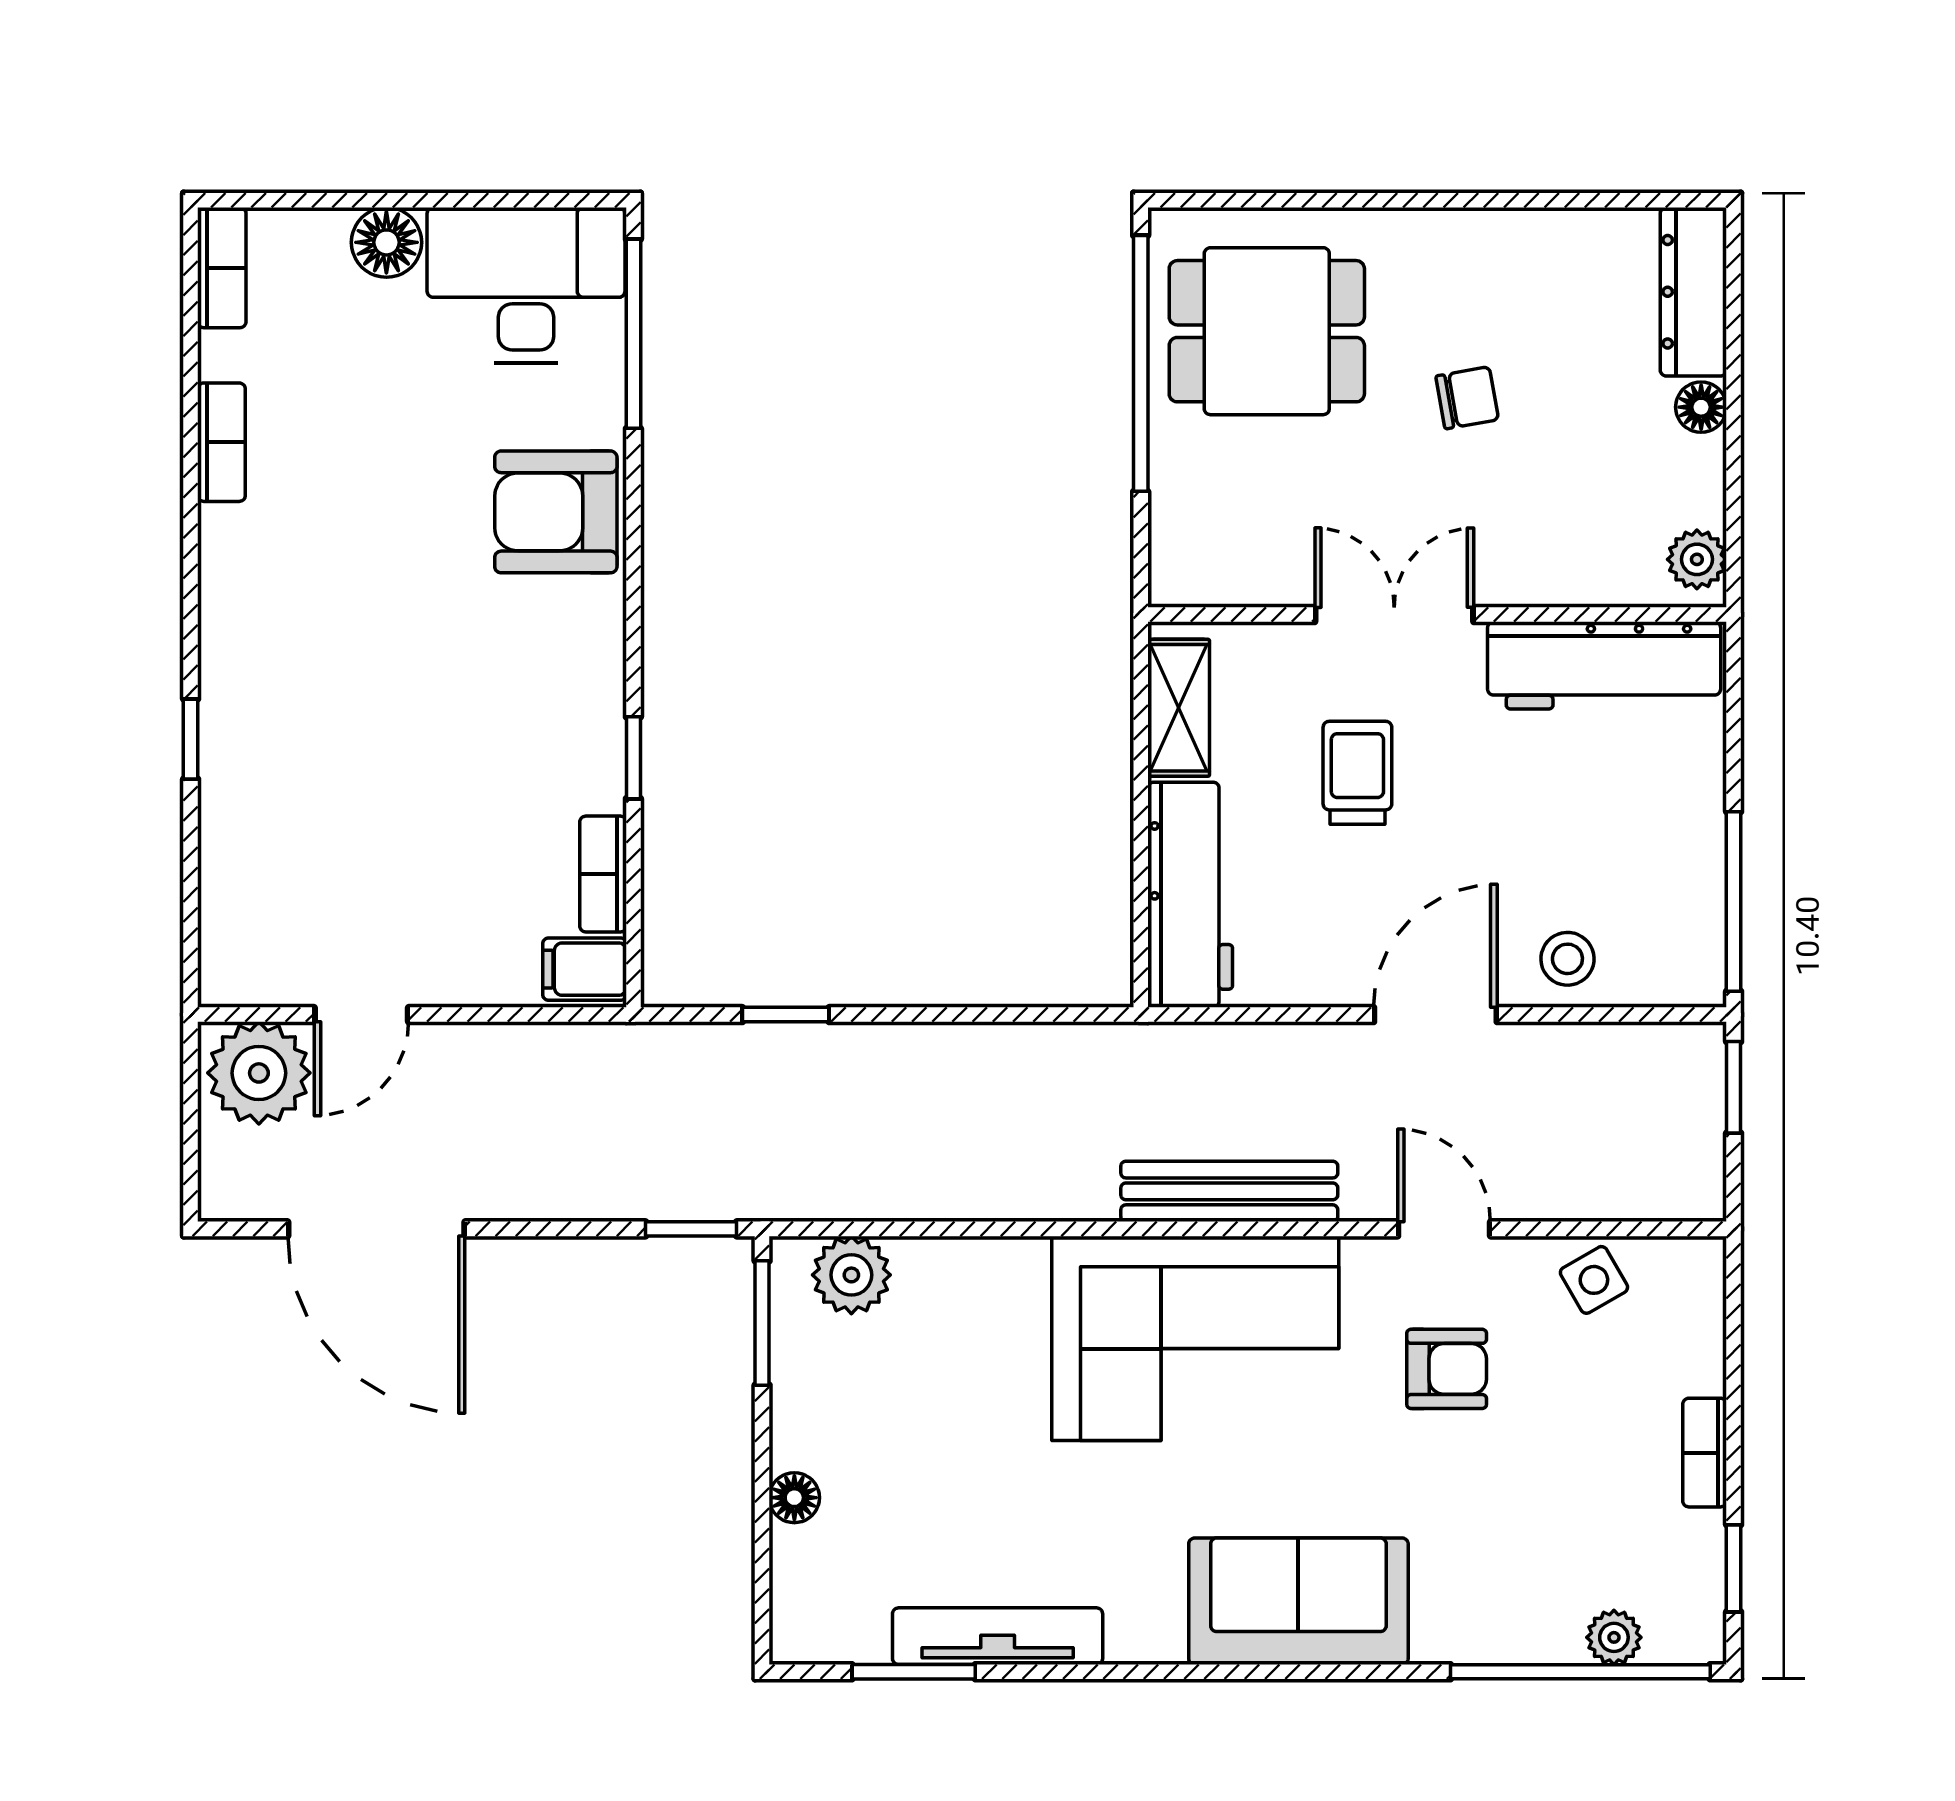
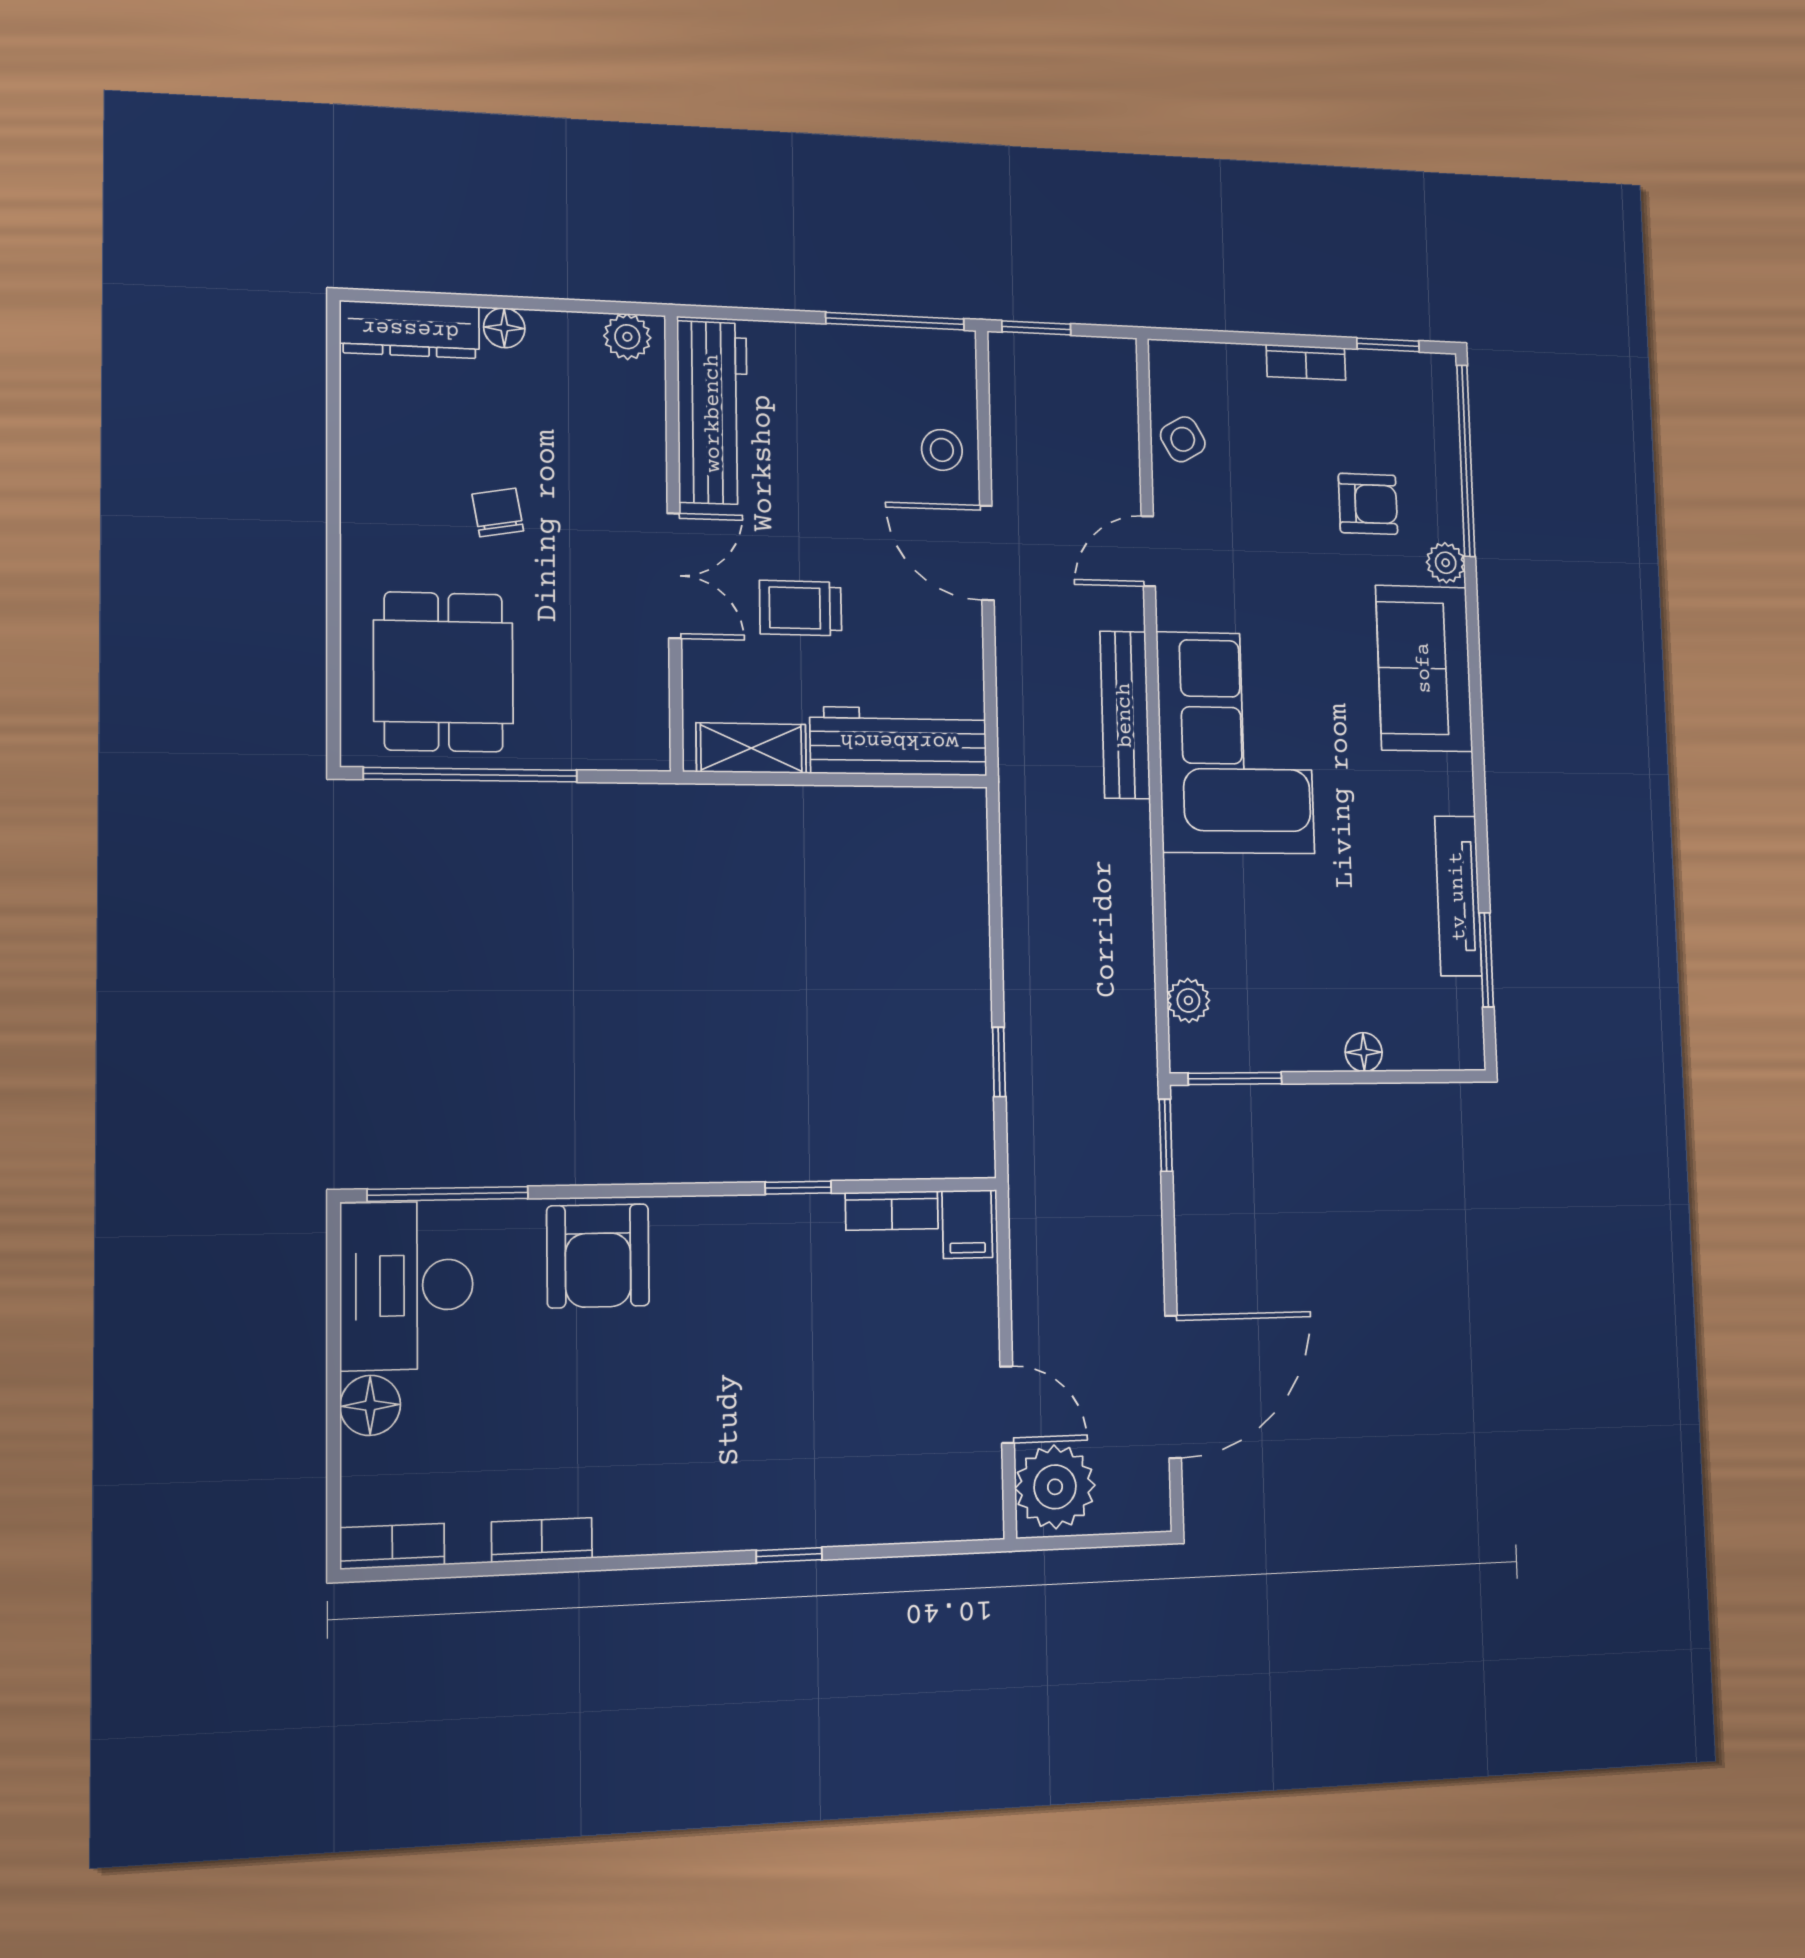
double door: (1394, 615) -> (674, 576), swing flipped
plant: (851, 1275) -> (1188, 1000), width x0.73, depth x0.73
armchair: (1447, 1369) -> (1368, 504), moved, turned 90
plant: (1614, 1637) -> (1446, 563), moved

